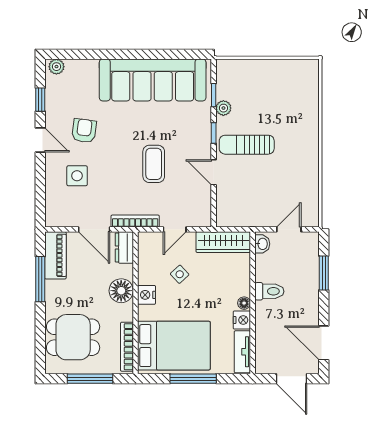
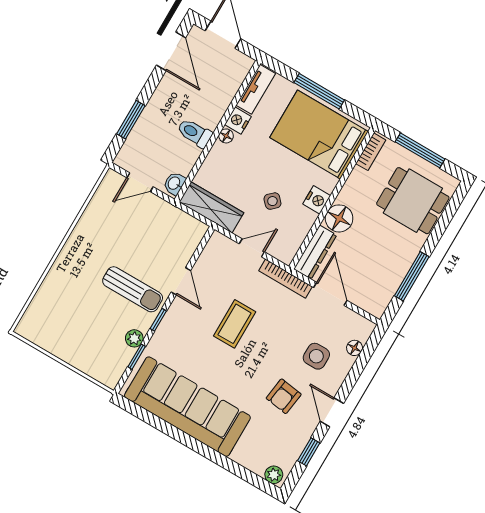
floor lamp: (52, 199) -> (355, 348), added
dresser: (124, 247) -> (315, 252), width x1.44
piano: (55, 255) -> (383, 291), removed
bookcase: (127, 347) -> (371, 152), width x0.64

